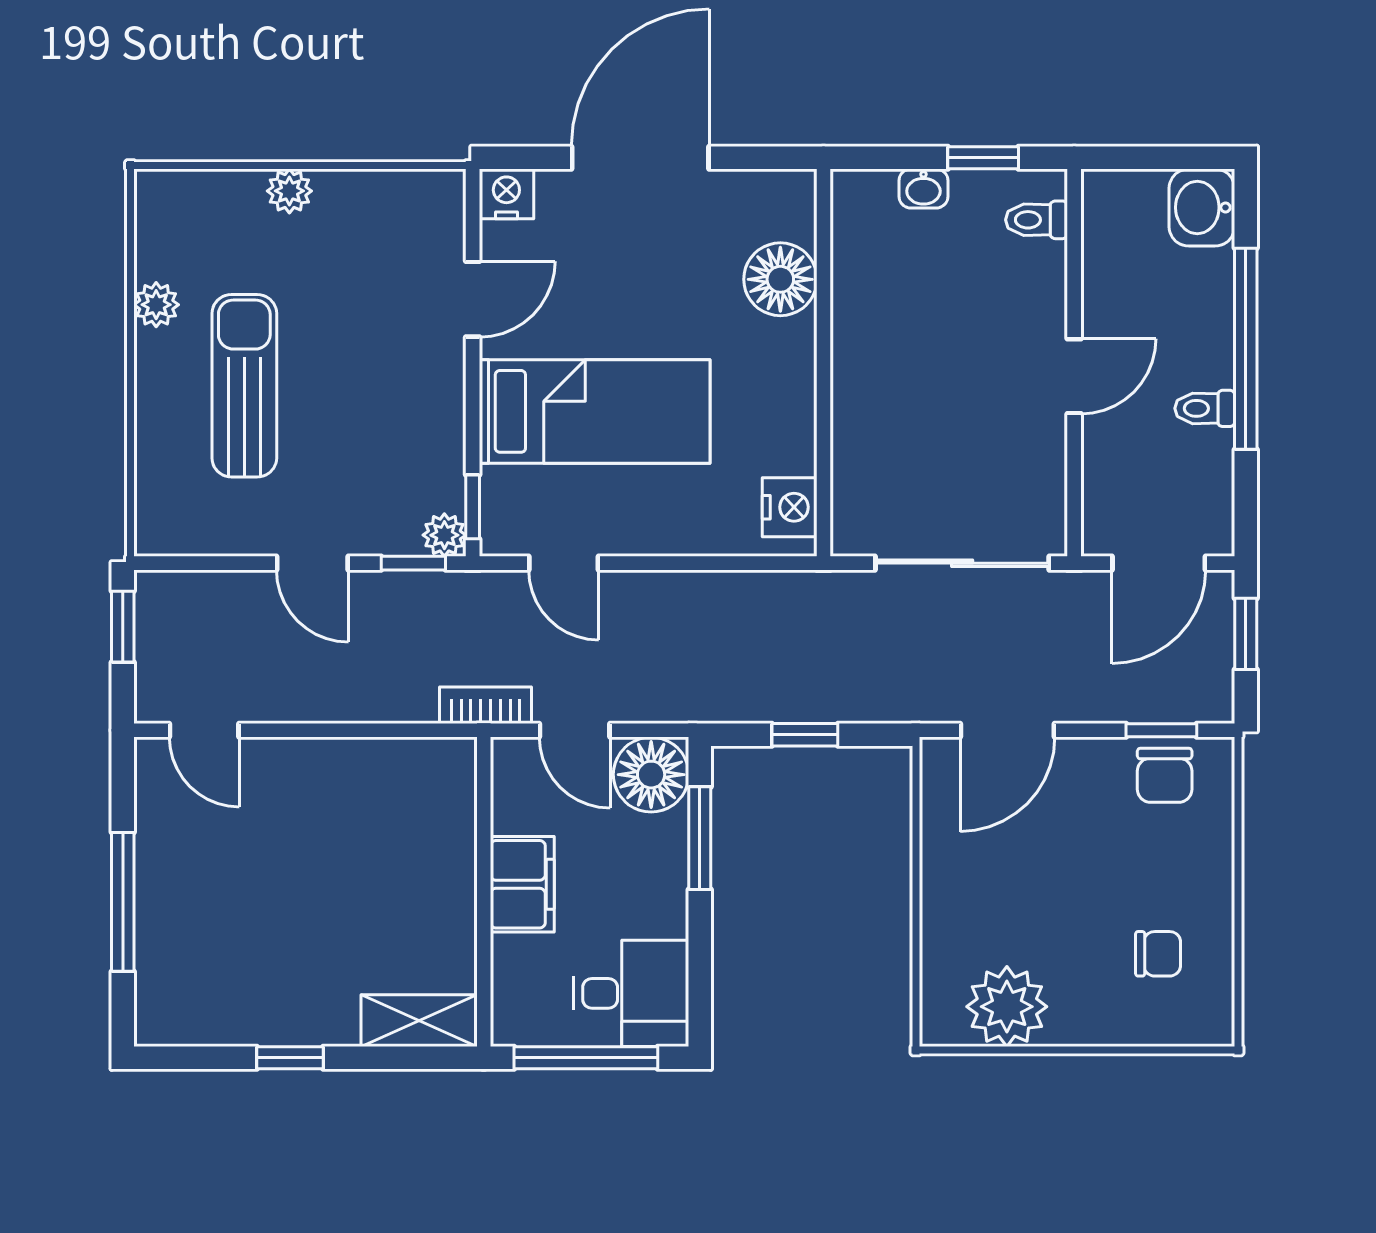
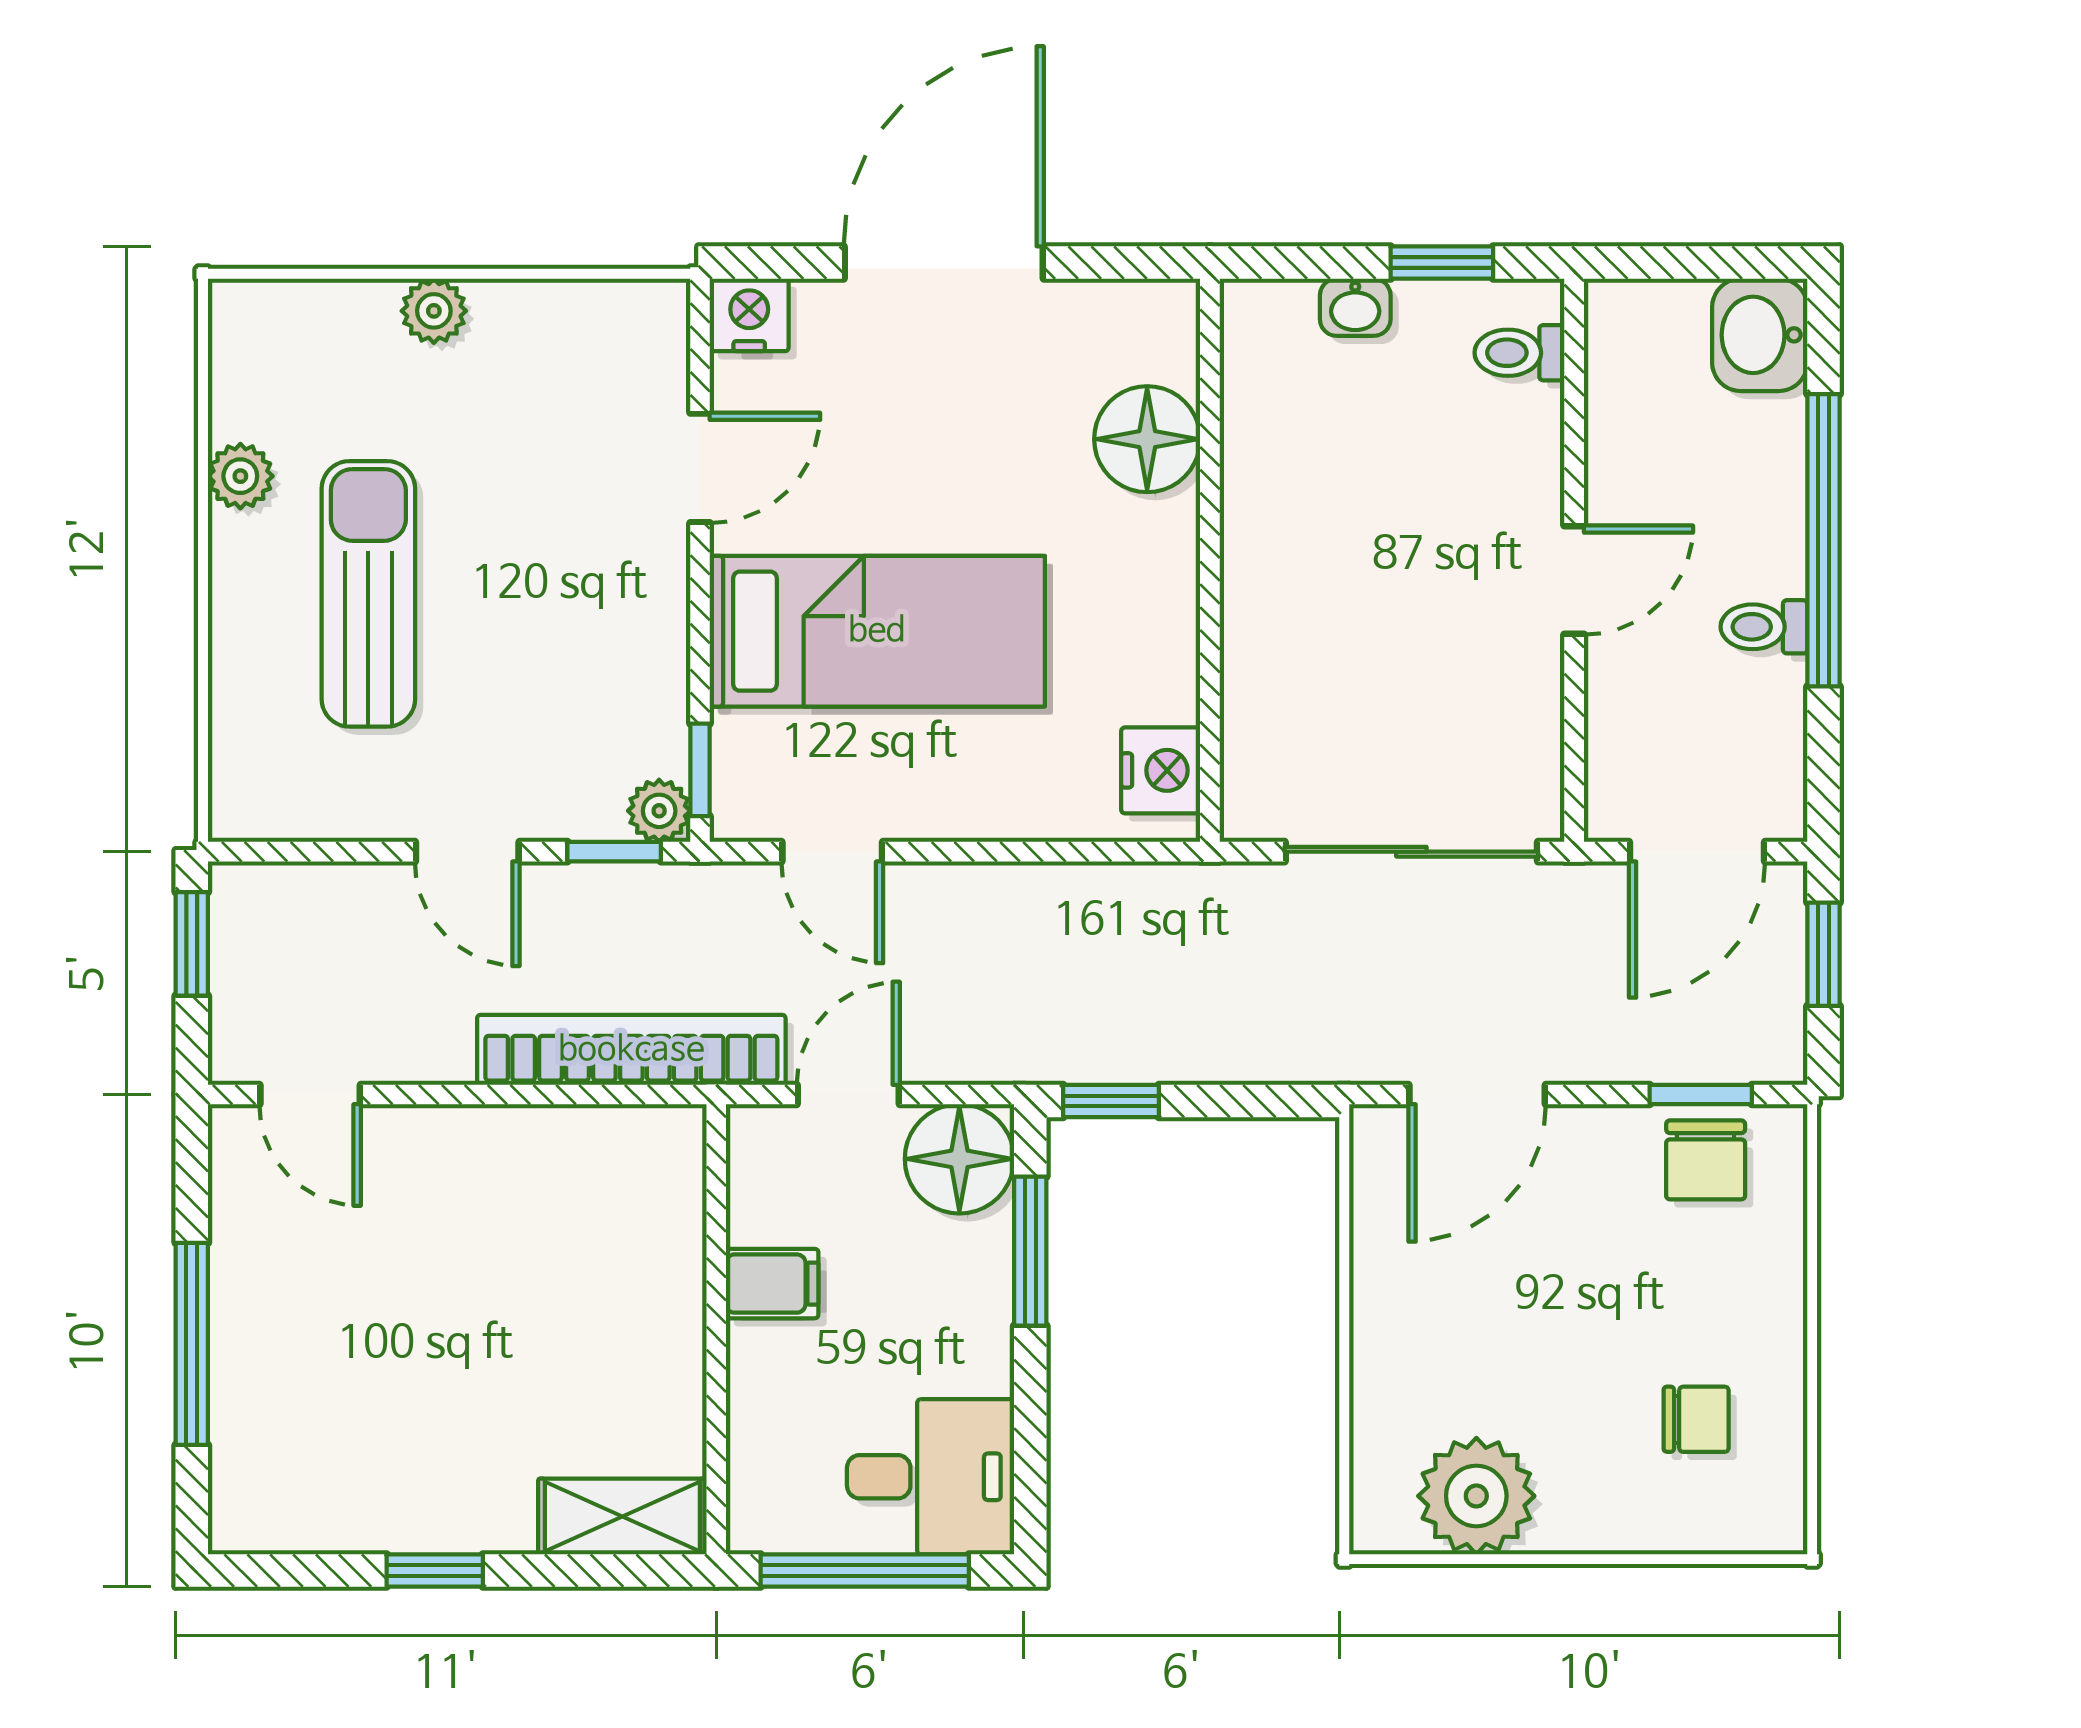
bookcase: (486, 705) -> (631, 1050), width x2.31, depth x1.31
door: (575, 730) -> (848, 1095), swing flipped
window: (805, 735) -> (1111, 1101), moved
filing cabinet: (522, 884) -> (772, 1284), width x0.50

